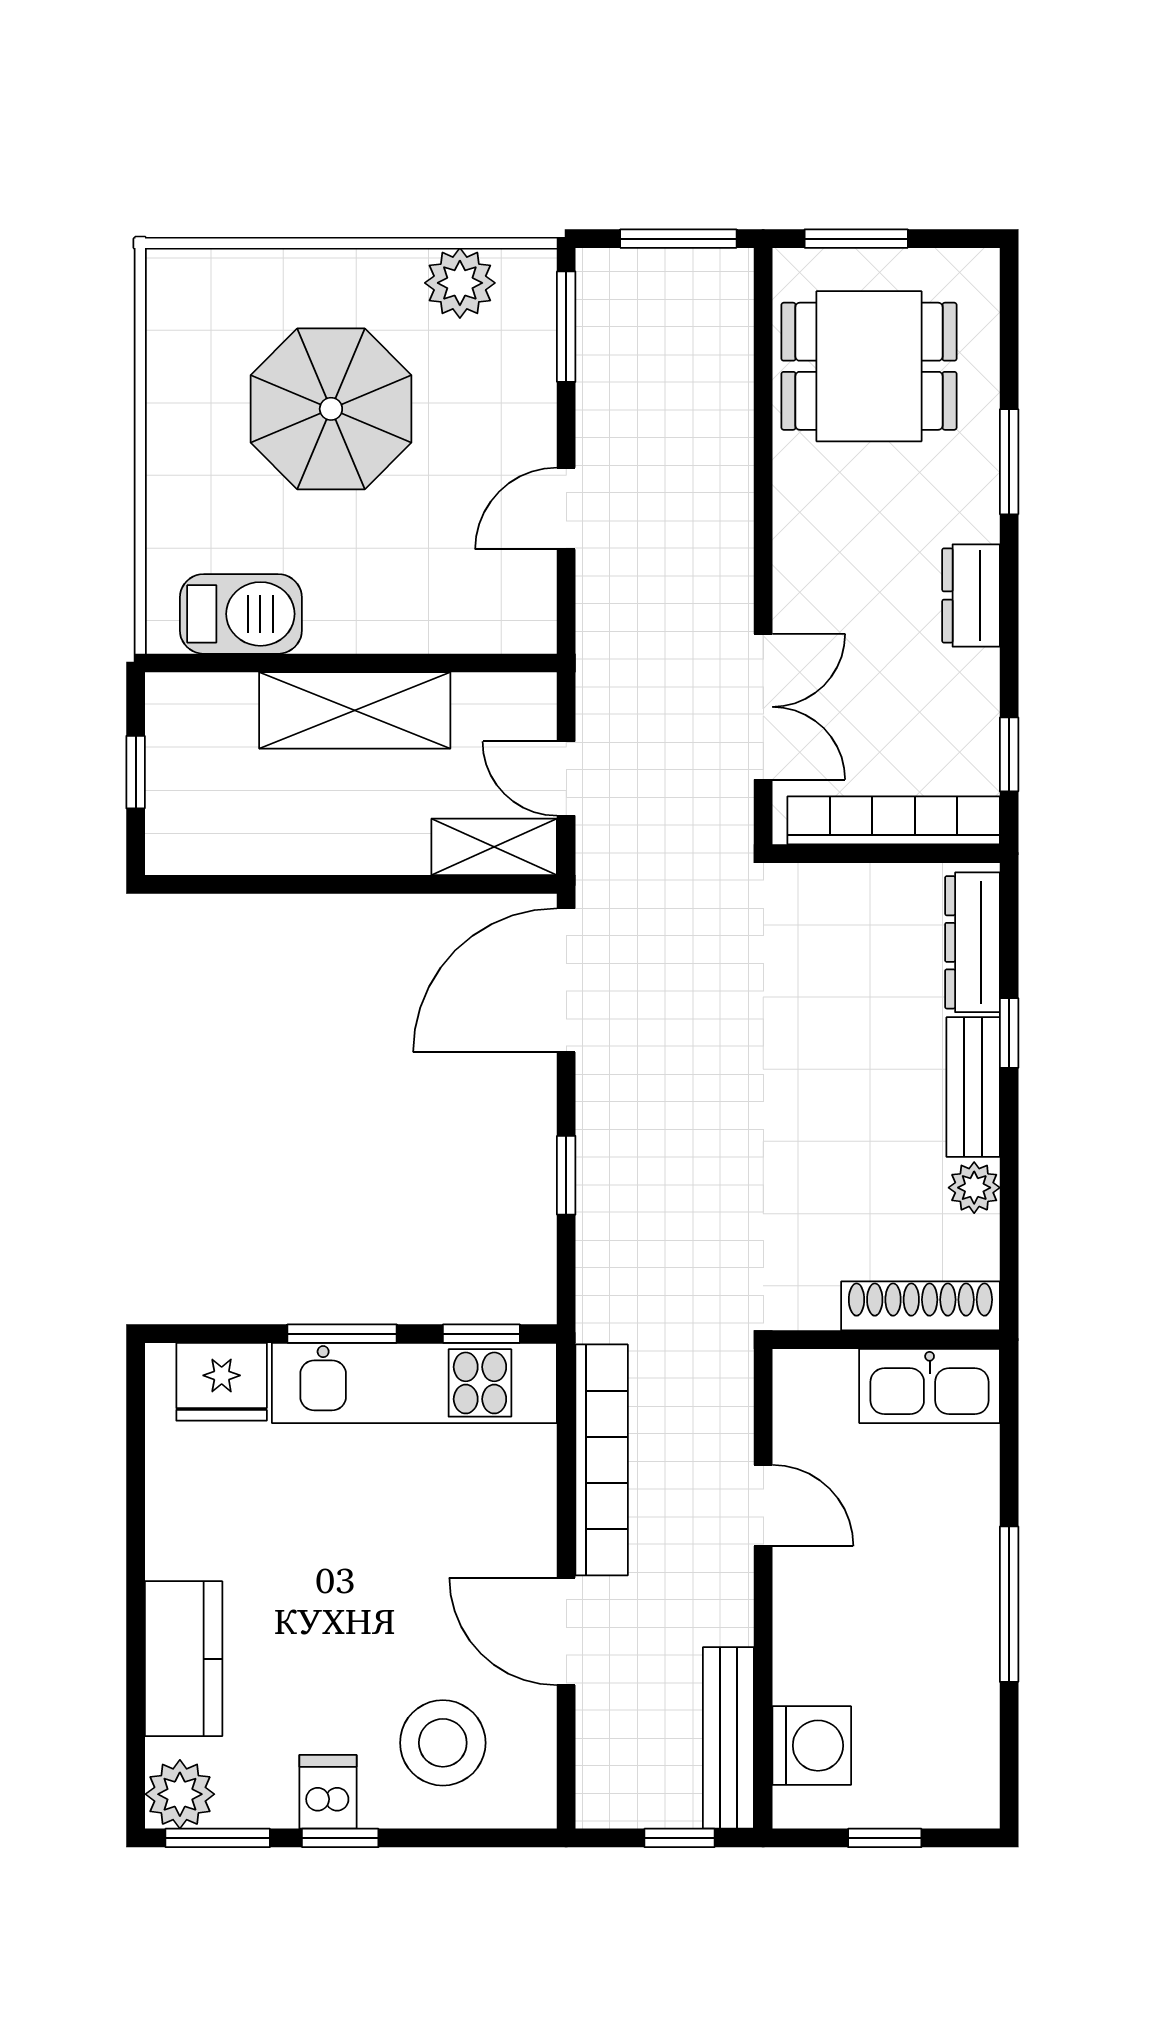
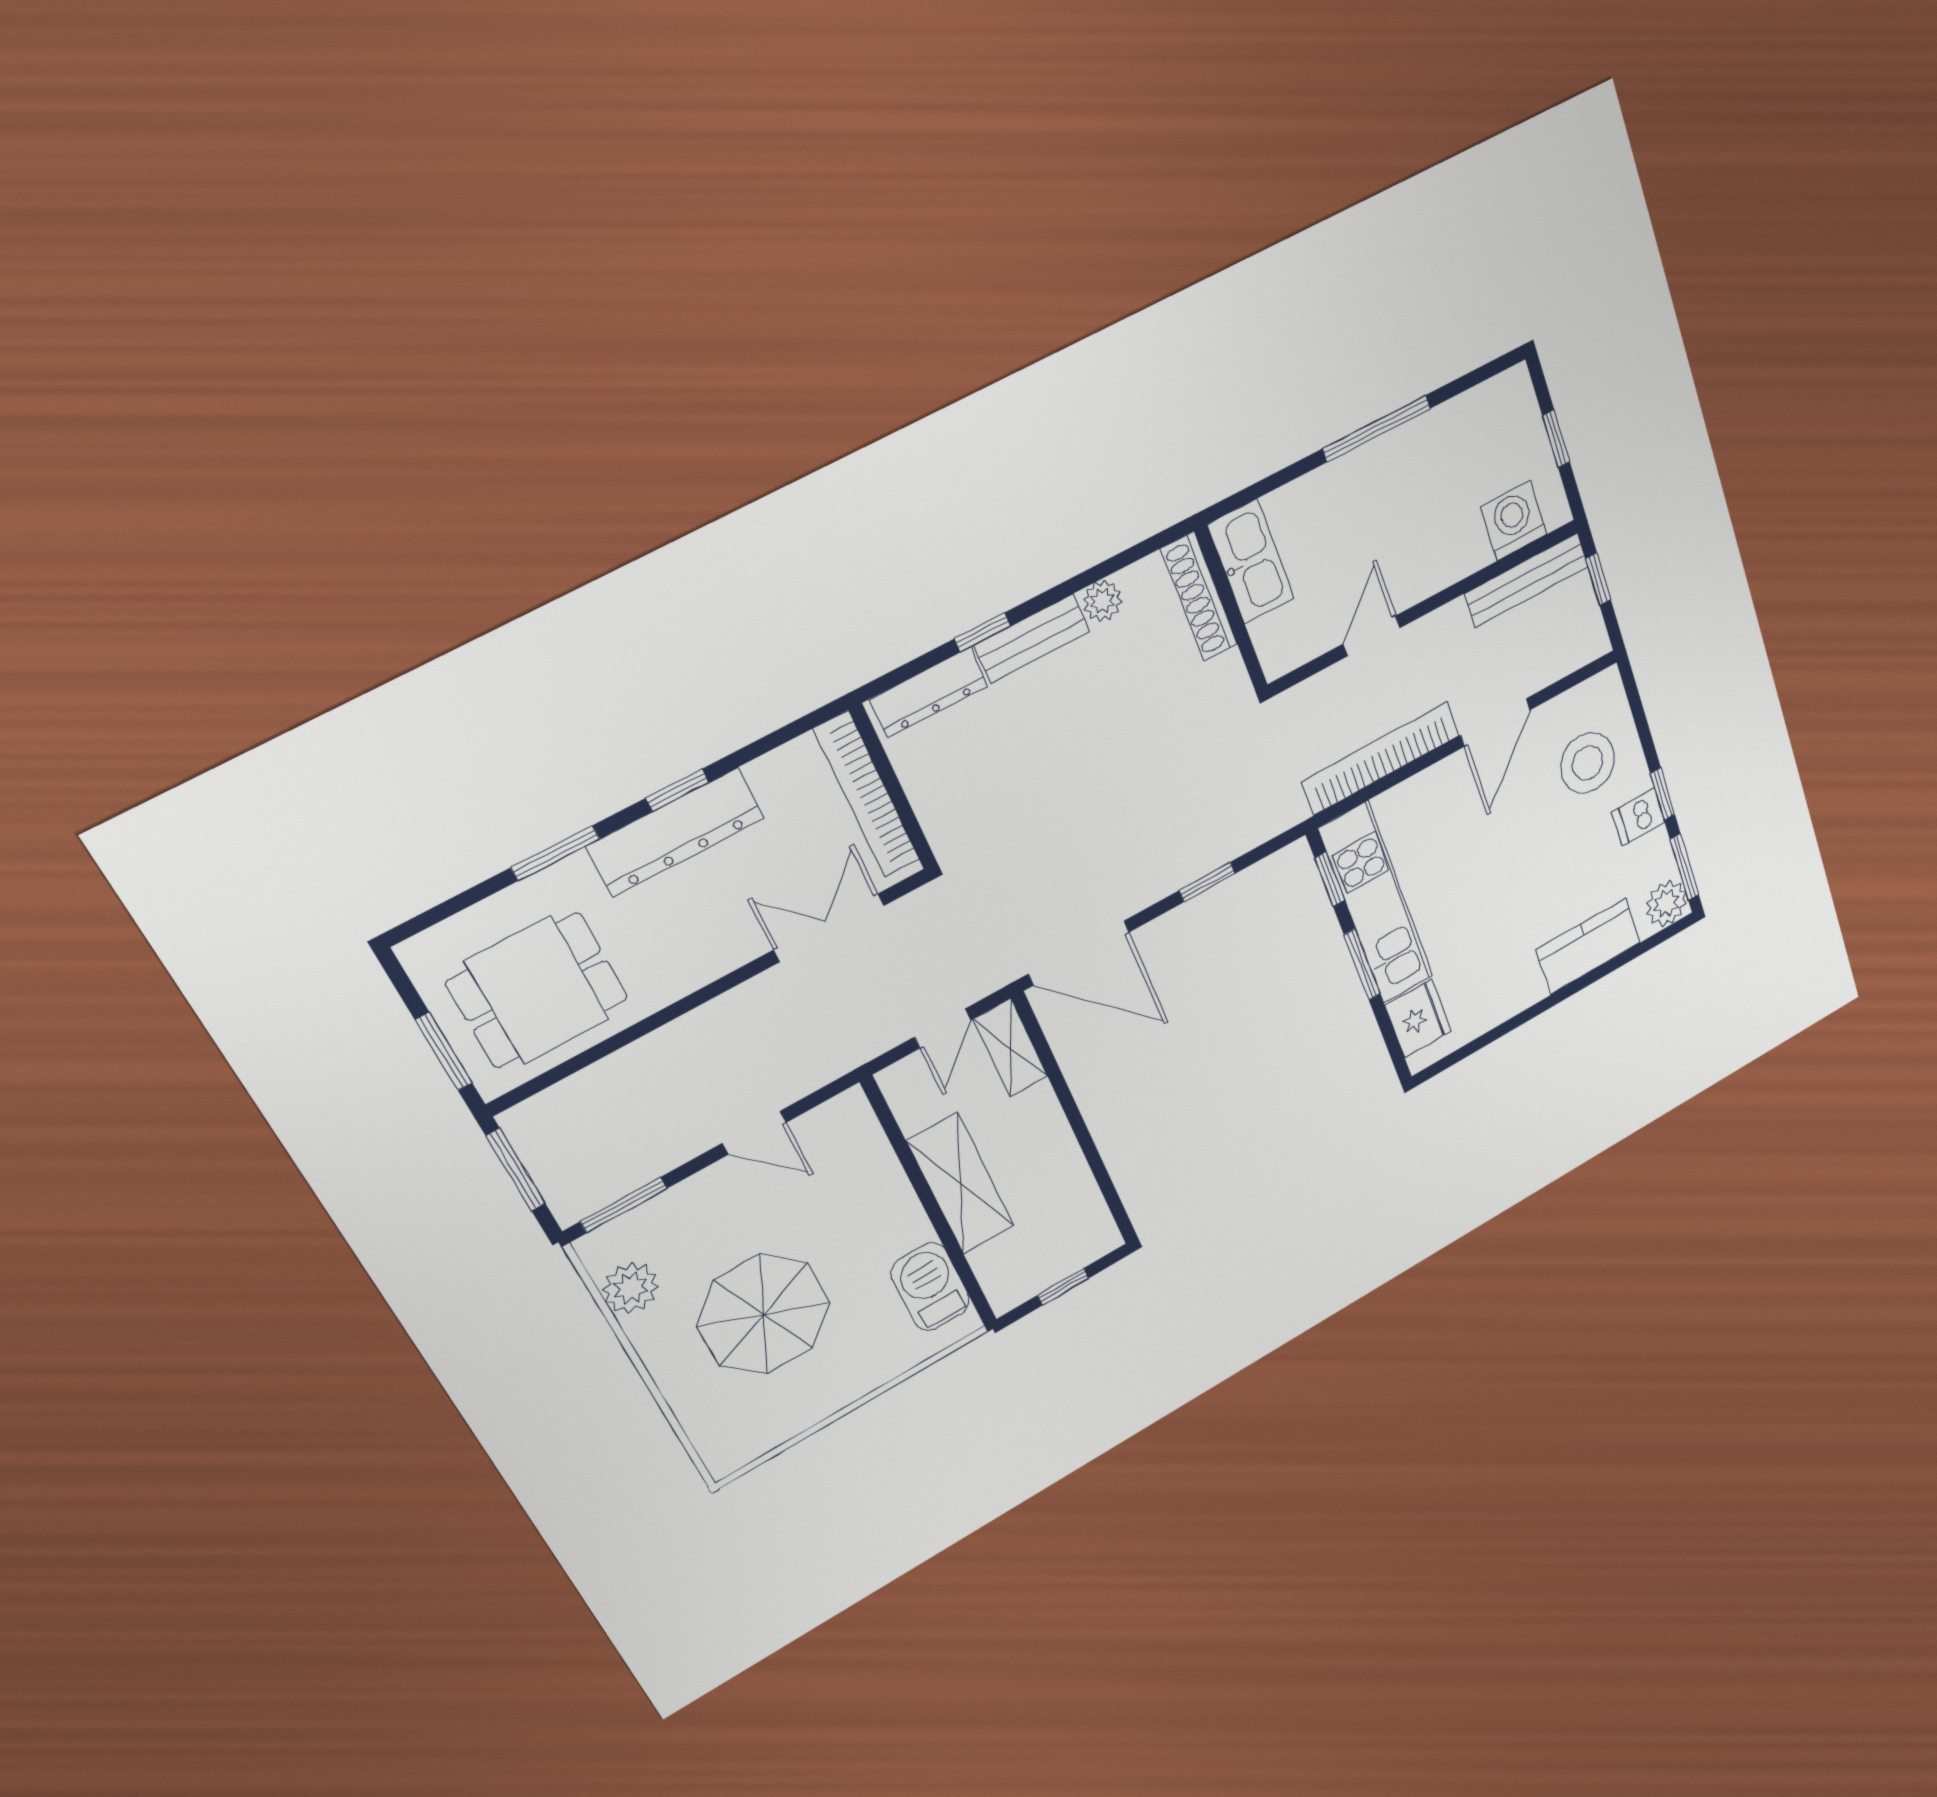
dining table: (869, 366) -> (537, 990), turned 90
dresser: (971, 596) -> (676, 832), width x1.96, depth x1.24
window: (1009, 754) -> (677, 790), moved

